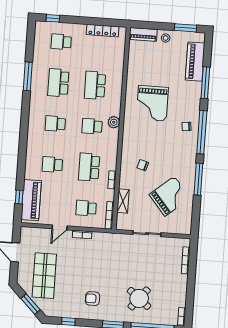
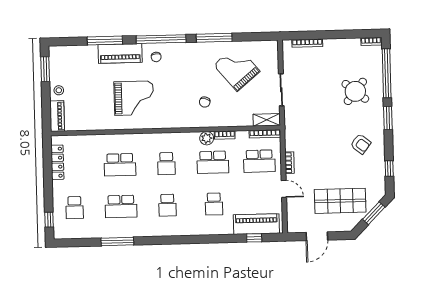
piano: (195, 62) -> (120, 54), moved
plant: (114, 122) -> (207, 138), moved
shelving: (123, 201) -> (267, 120), moved
school desk: (86, 208) -> (259, 161), width x1.85
armchair: (93, 299) -> (361, 144), turned -52

